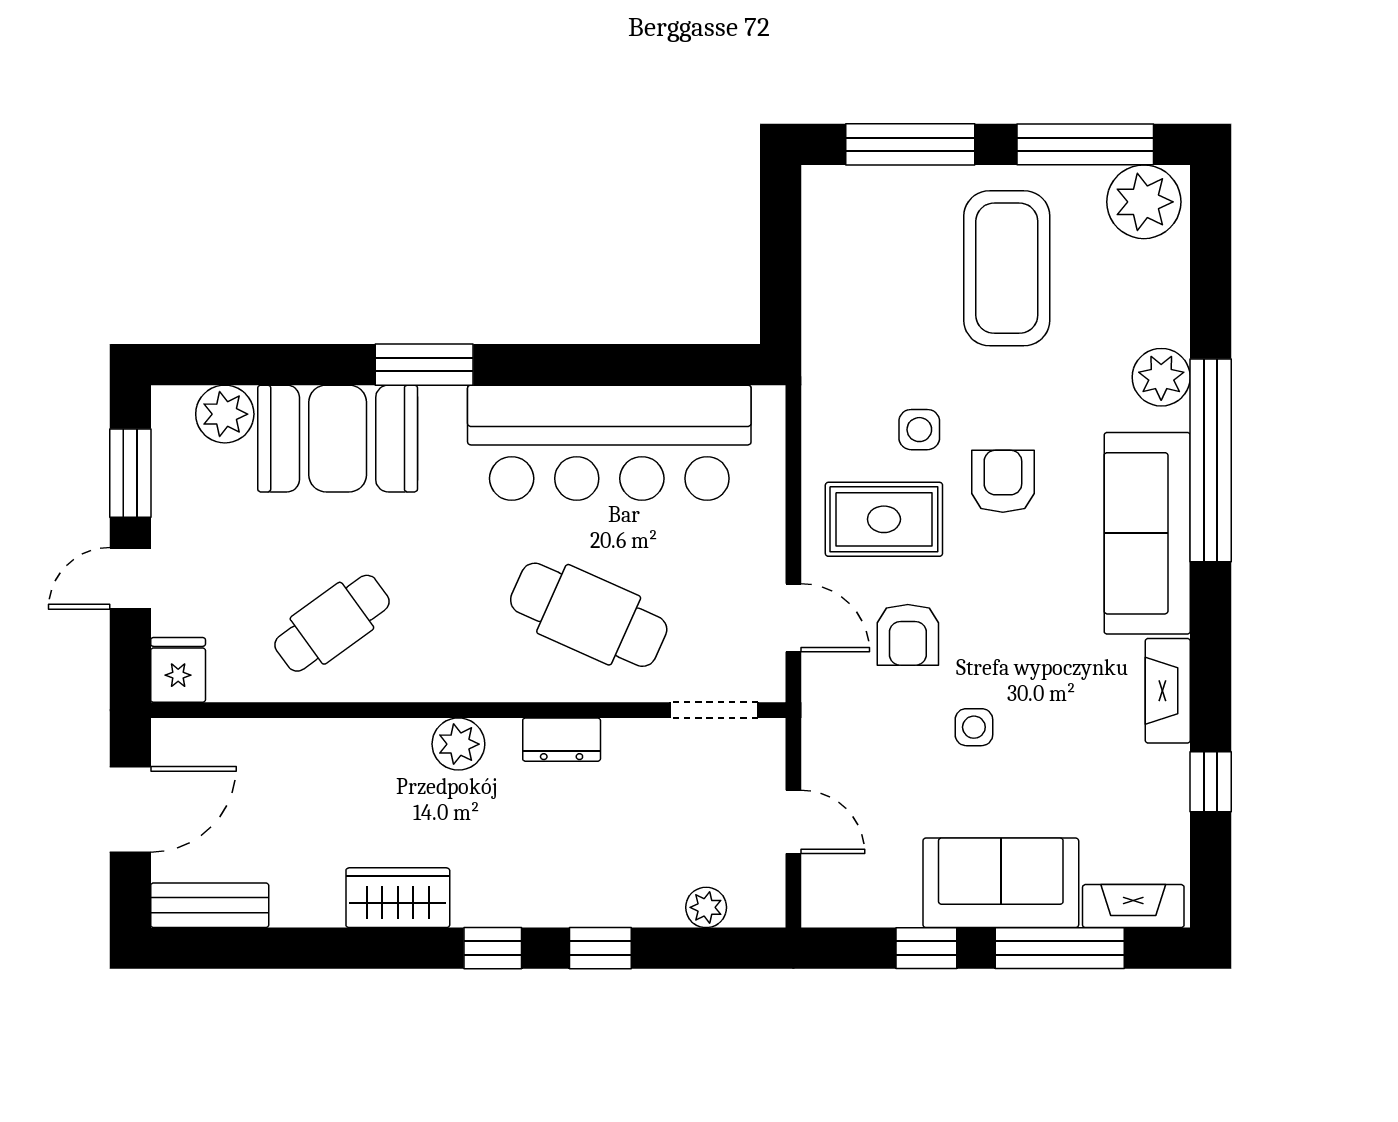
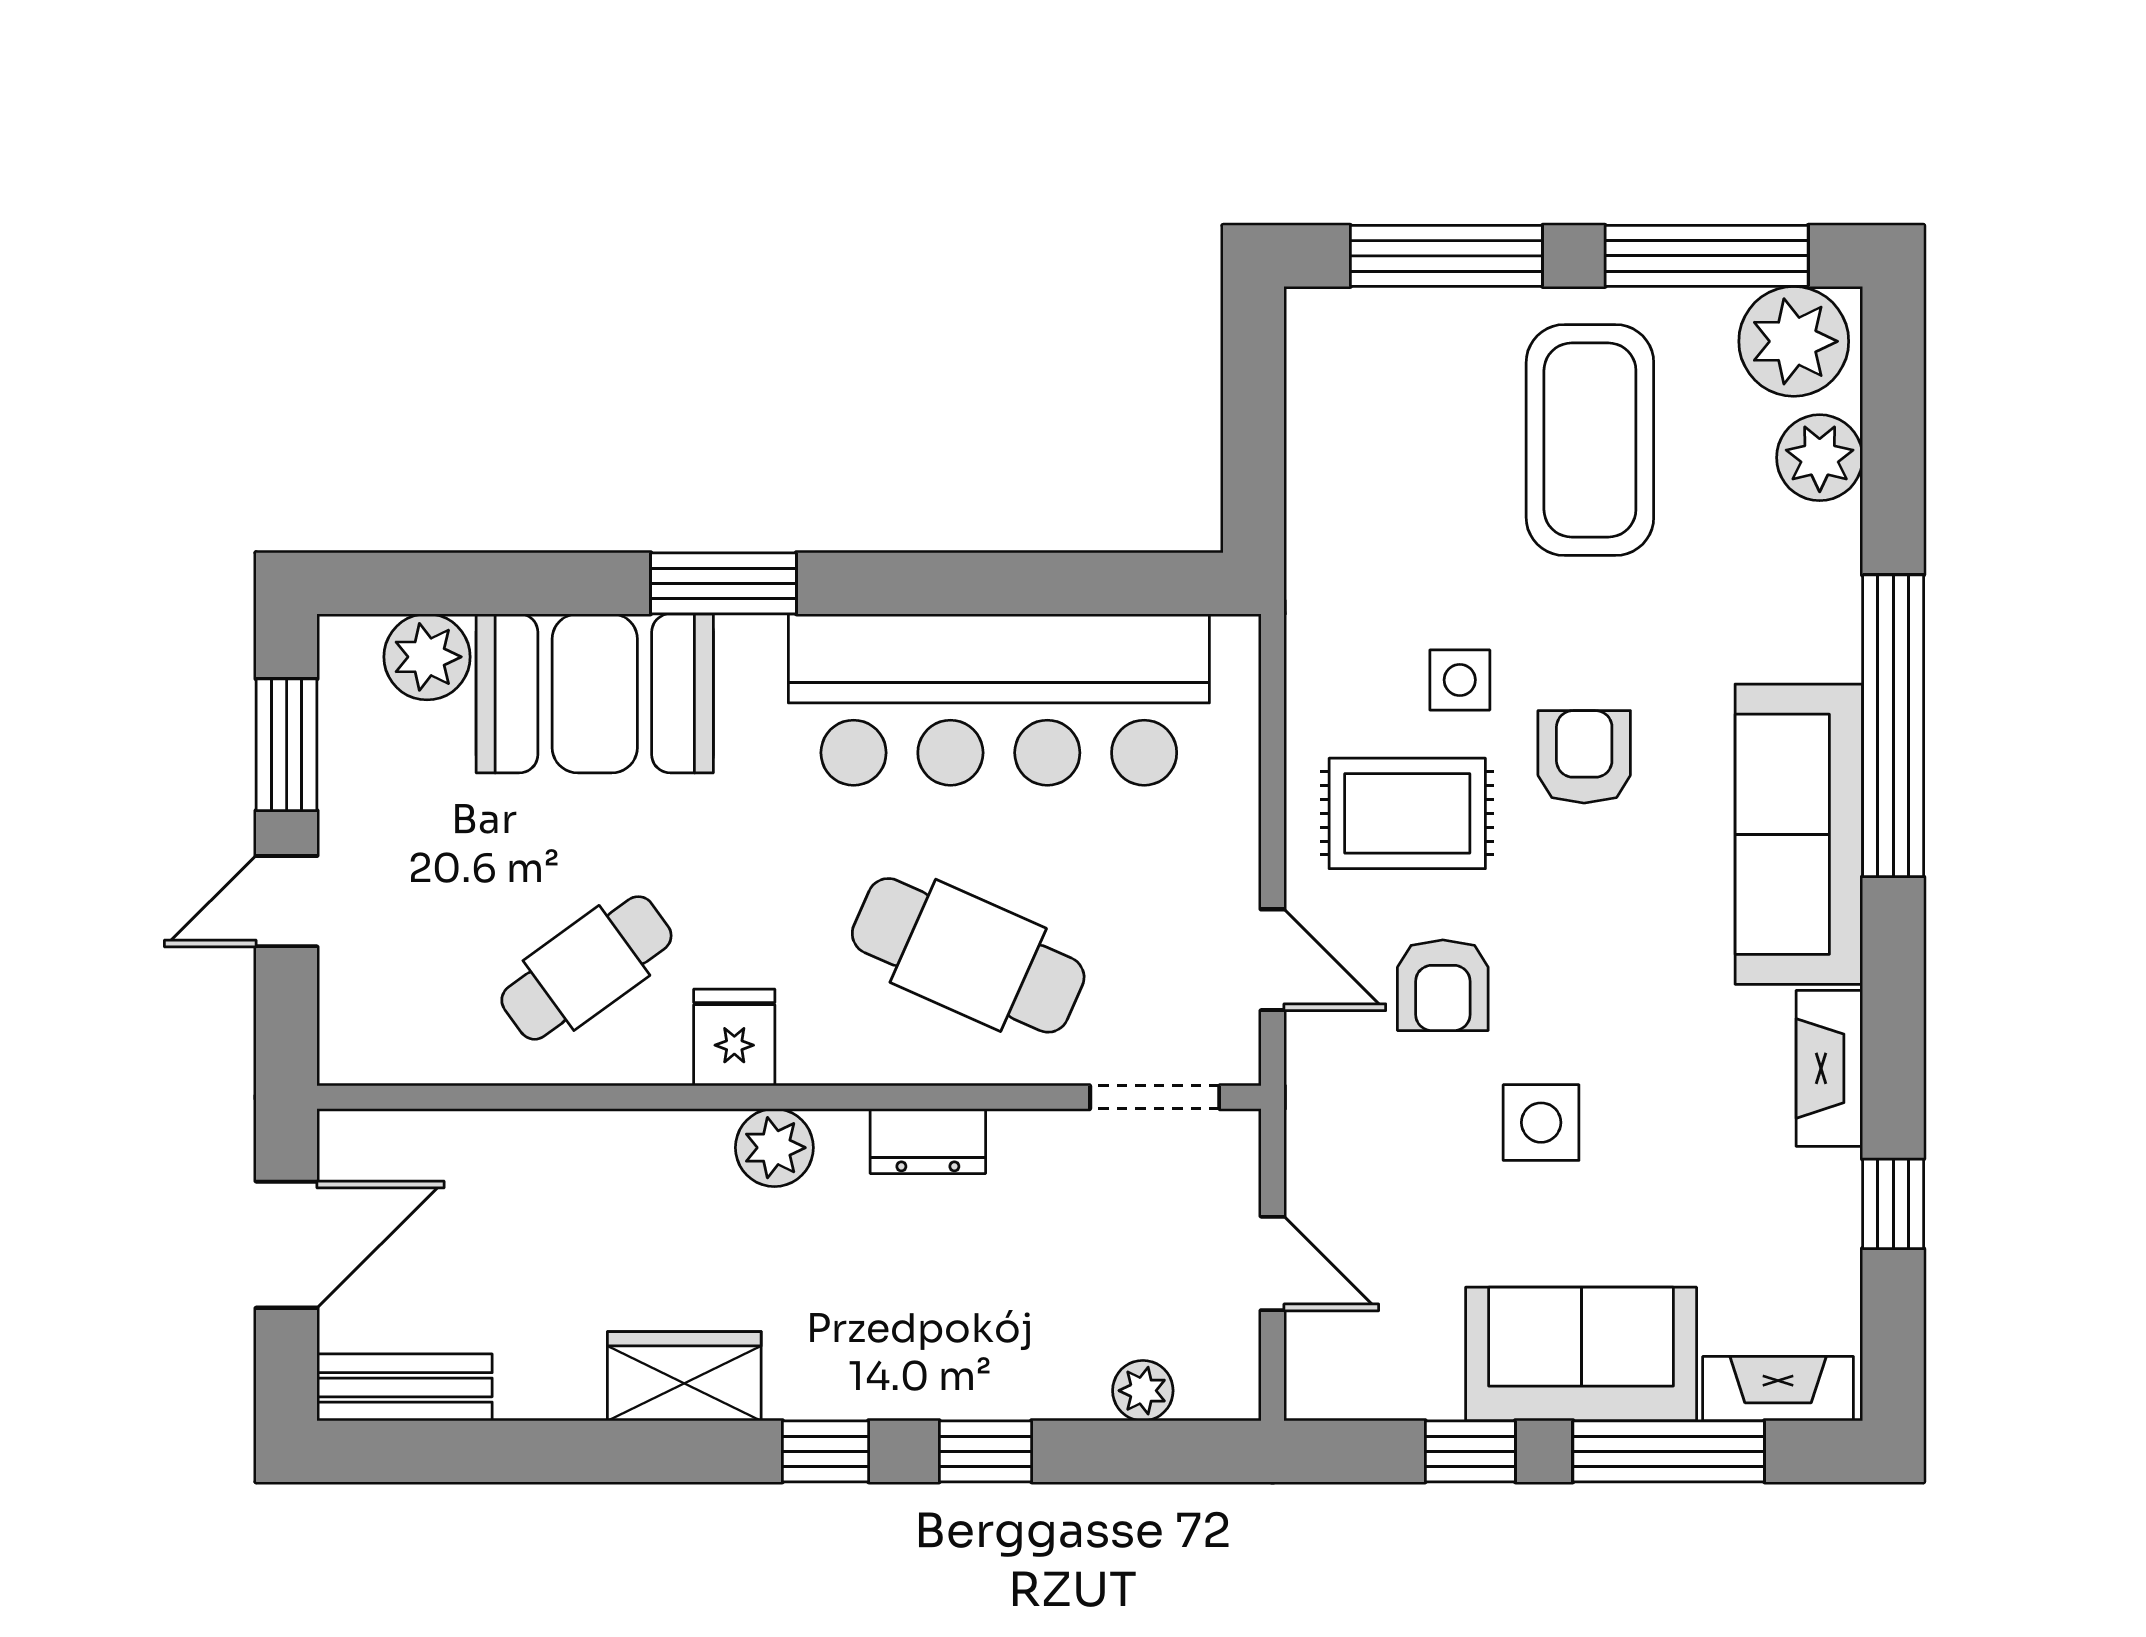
plant: (1161, 377) -> (1820, 458), moved
fridge: (178, 670) -> (734, 1037), moved
side table: (974, 727) -> (1541, 1123), width x1.37, depth x1.37

